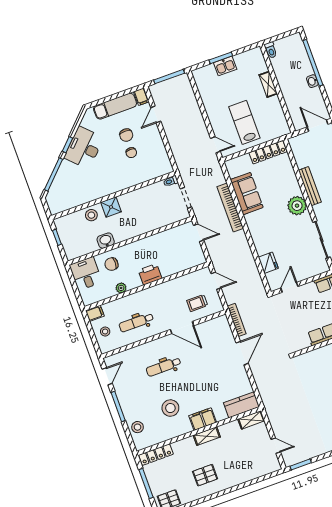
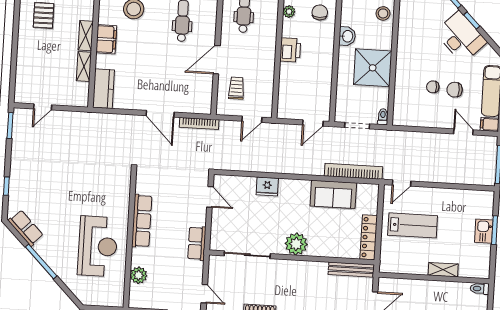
bench: (310, 186) -> (351, 270), moved
shower: (111, 207) -> (373, 68), moved, width x1.86, depth x1.86
bookcase: (230, 207) -> (353, 171), moved
washbasin: (106, 241) -> (347, 36), moved
fridge: (268, 263) -> (267, 187), moved
shelving: (251, 420) -> (84, 66), moved

